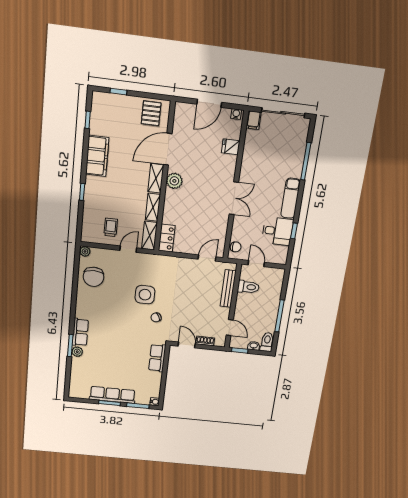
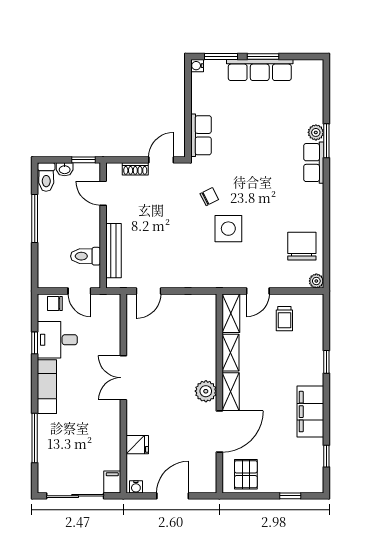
locker: (167, 238) -> (207, 313), removed
chair: (236, 247) -> (55, 304), moved
door: (187, 345) -> (161, 160), swing flipped

